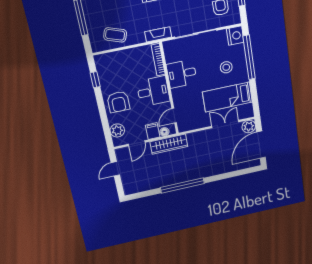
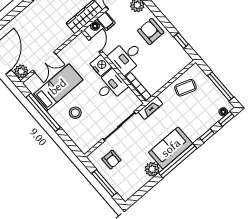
nightstand: (235, 36) -> (101, 65), moved, turned 180
window: (249, 57) -> (43, 112), moved

